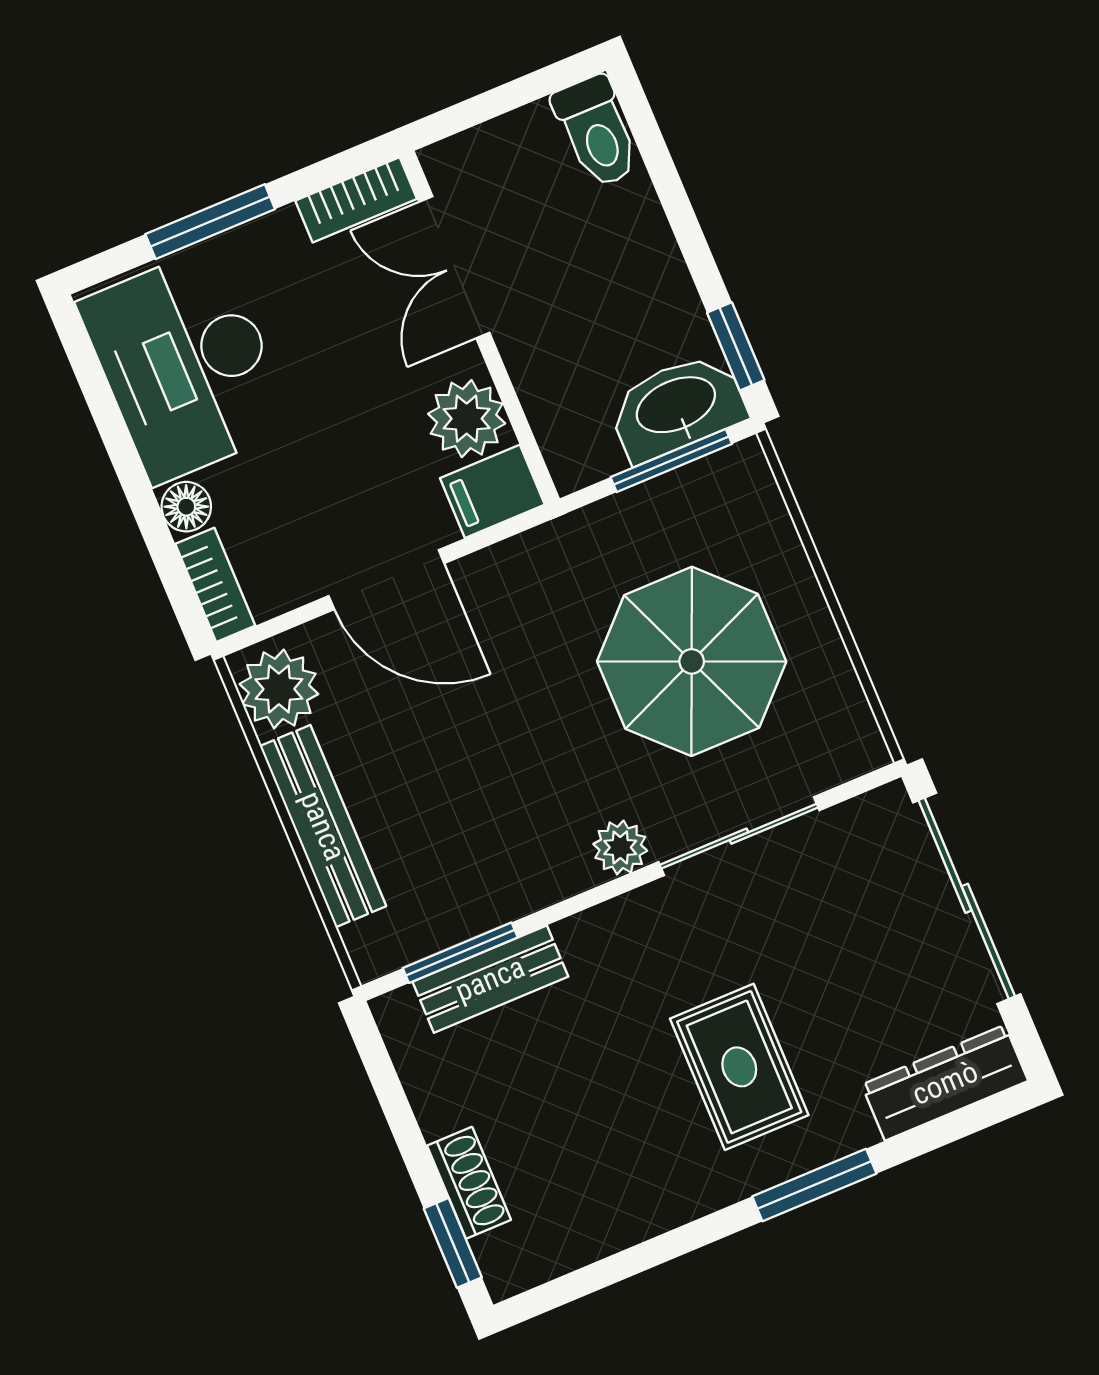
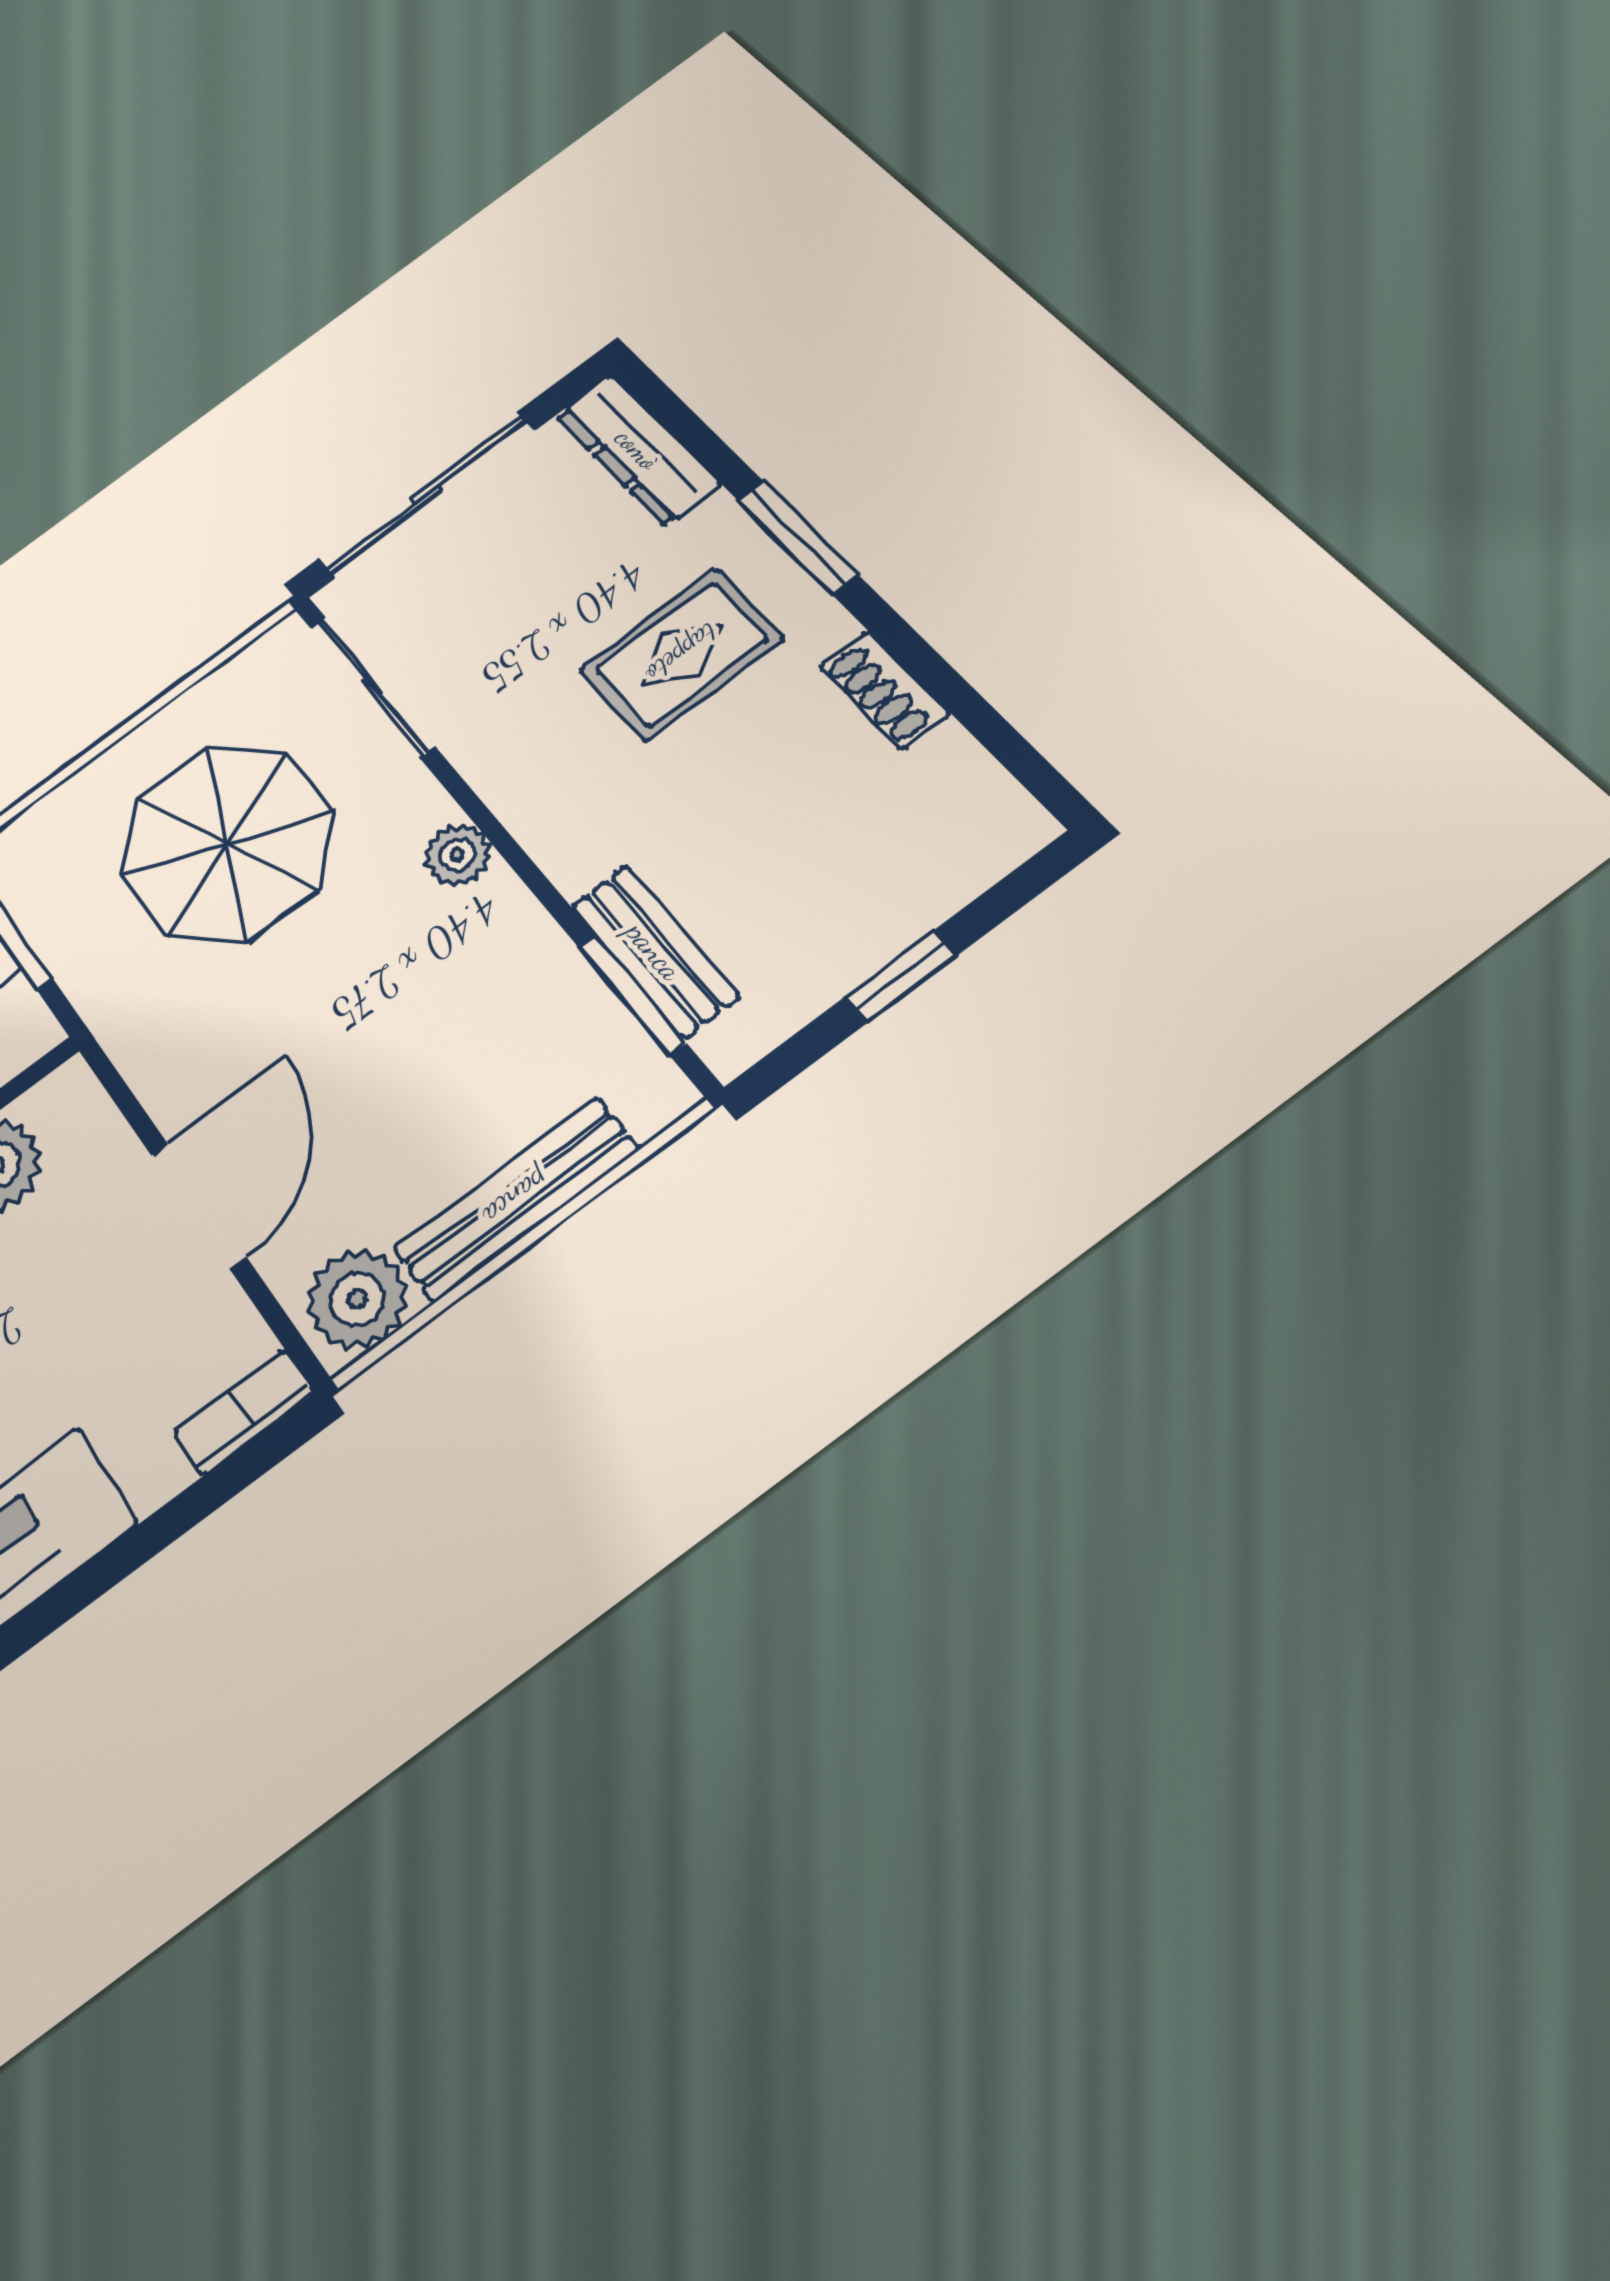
filing cabinet: (492, 491) -> (74, 1113), removed
floor lamp: (186, 507) -> (154, 1474), removed
sliding door: (739, 836) -> (372, 687), moved
shoe rack: (469, 1183) -> (884, 689), moved, turned -90
window: (453, 1243) -> (900, 977), moved

